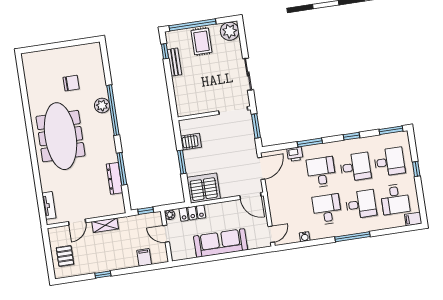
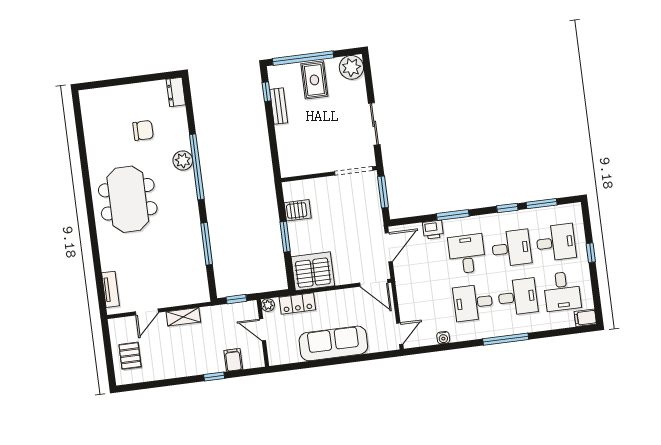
window: (391, 130) -> (542, 204), moved
meeting table: (61, 136) -> (128, 199), width x0.73
dresser: (114, 178) -> (176, 92), moved, width x0.70
desk: (327, 209) -> (473, 303), turned -90
window: (103, 275) -> (214, 377), moved

